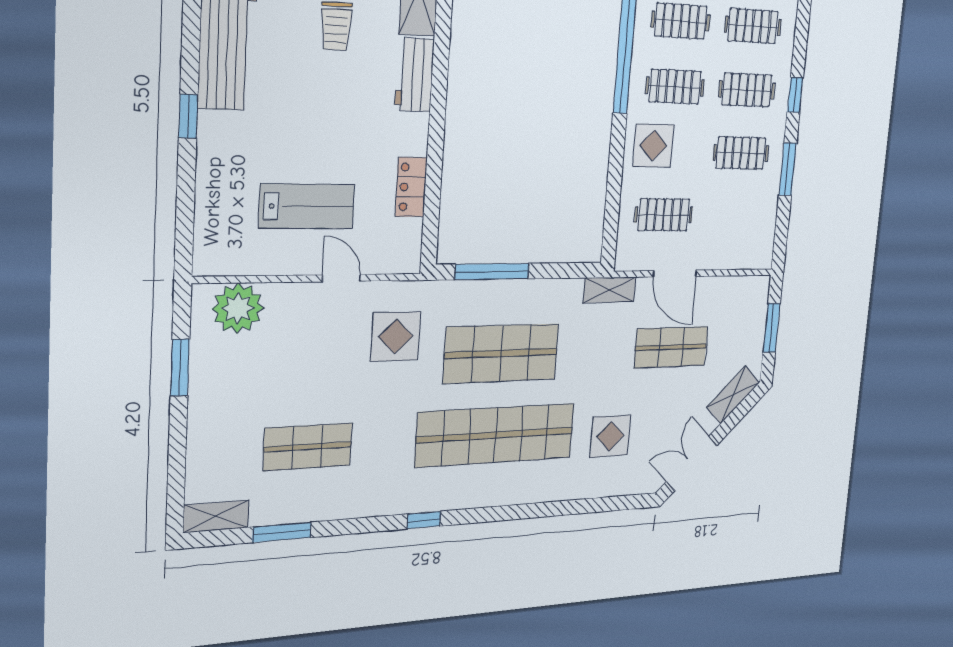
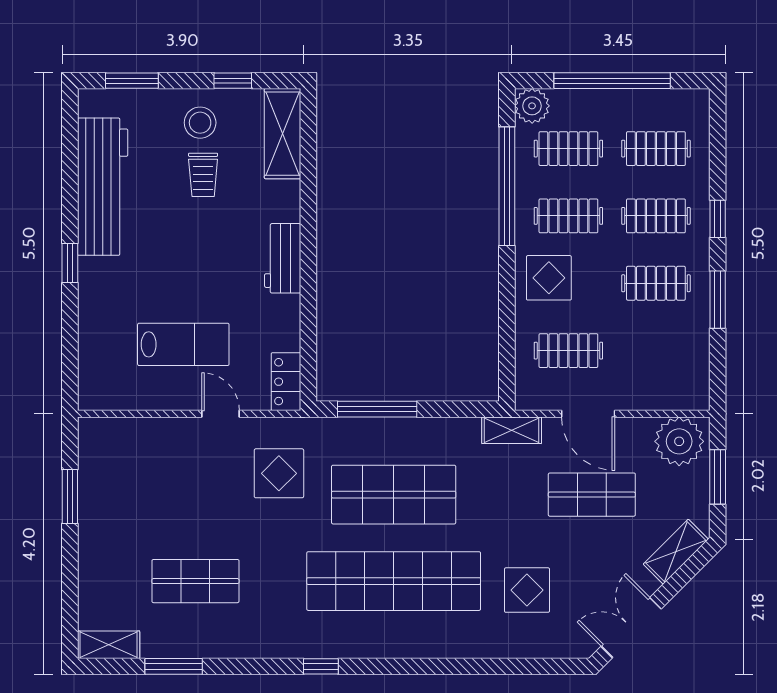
workbench: (415, 75) -> (283, 258), moved
locker: (411, 187) -> (286, 382), moved
plant: (238, 308) -> (679, 441), moved

